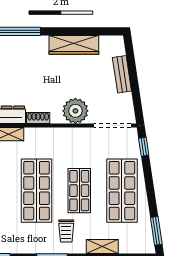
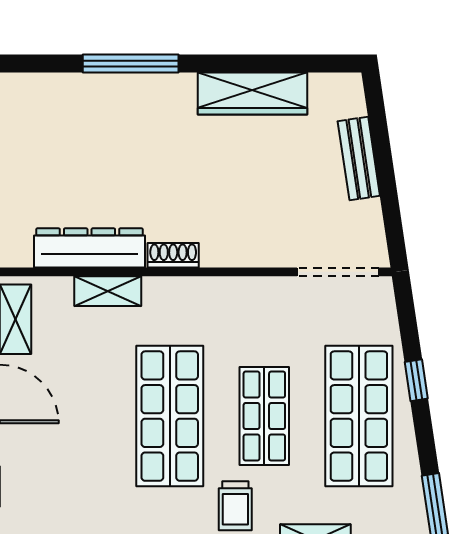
plant: (75, 111) -> (256, 239), removed
window: (144, 147) -> (416, 380), moved

